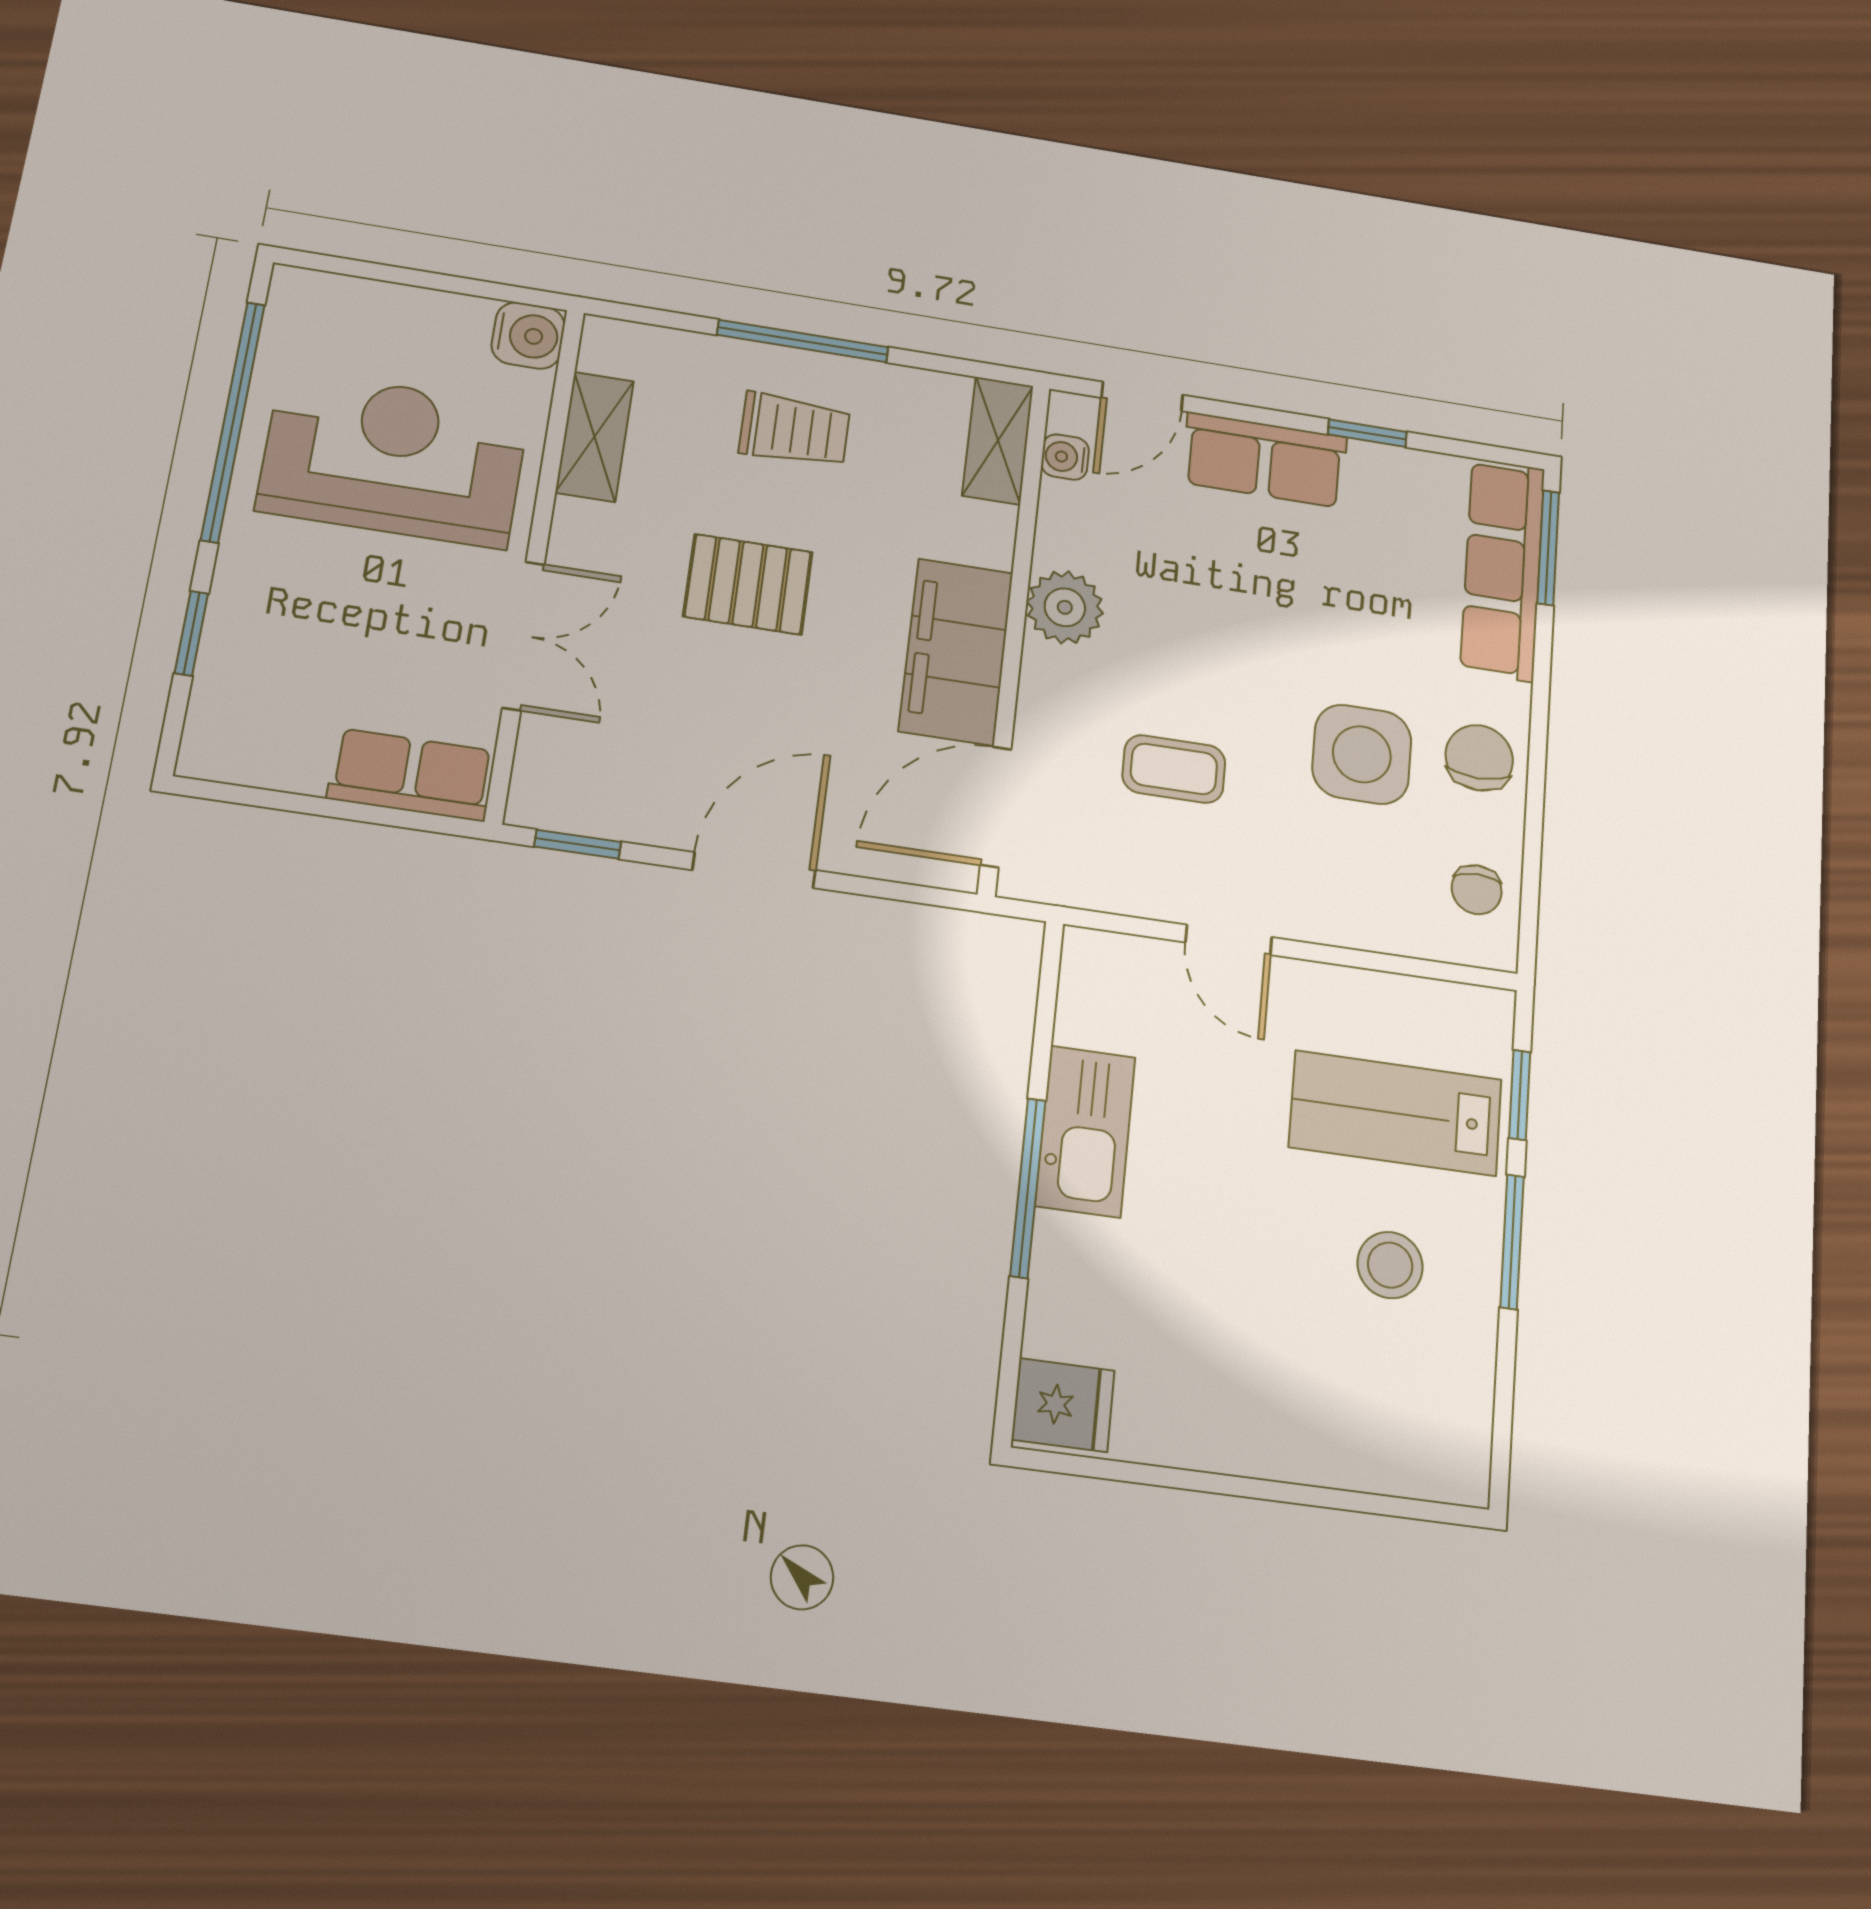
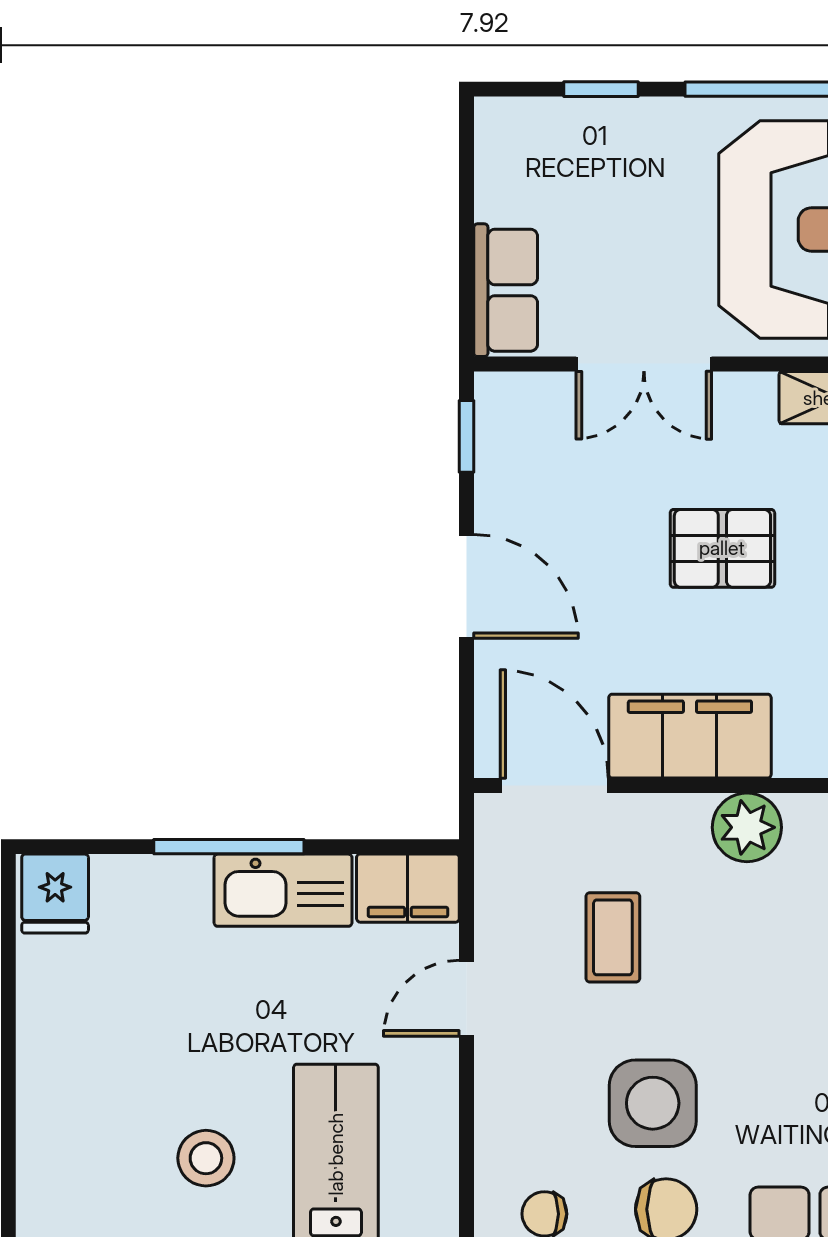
pallet: (748, 584) -> (722, 548), turned 90
filing cabinet: (1097, 987) -> (408, 888), added

